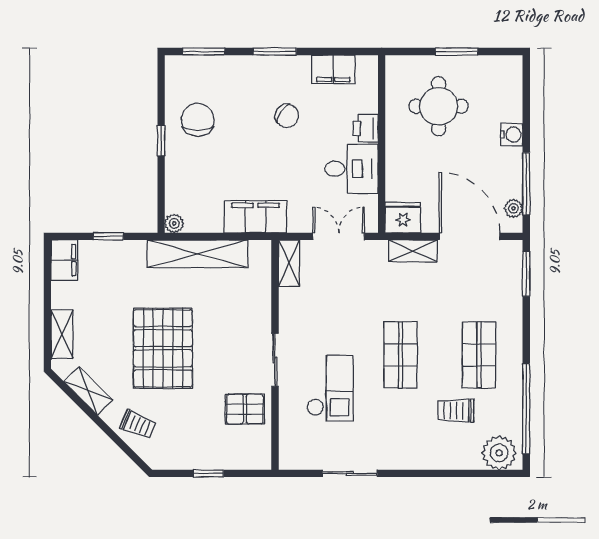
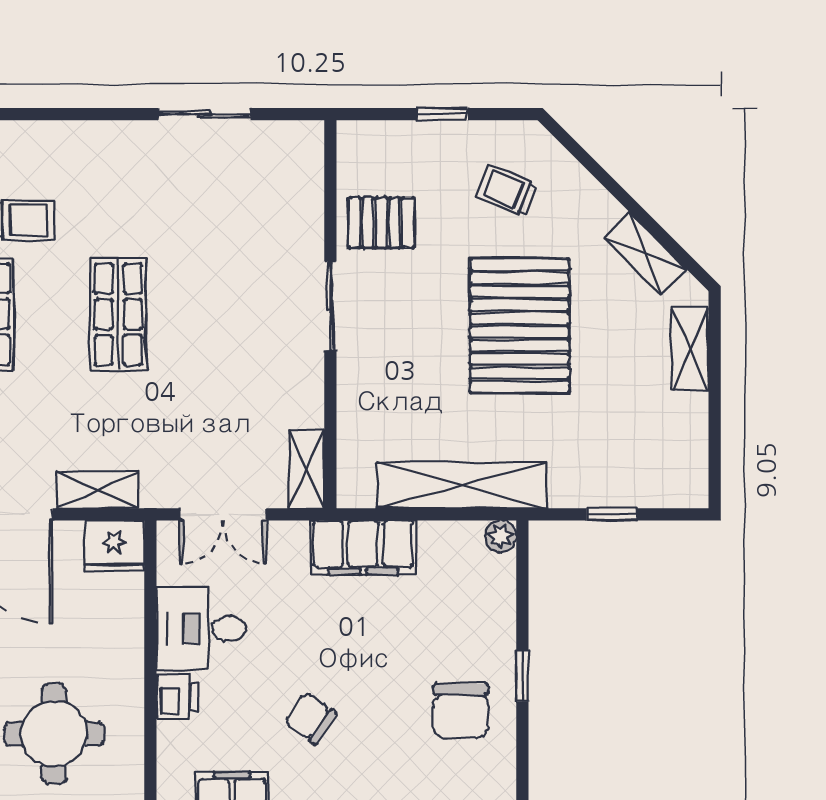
filing cabinet: (64, 260) -> (686, 474), removed
checkout: (330, 388) -> (237, 258), removed
trolley: (138, 424) -> (507, 191), moved

